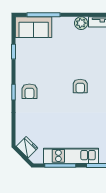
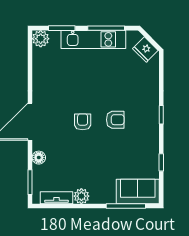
armchair: (29, 91) -> (115, 120), moved, turned 90

